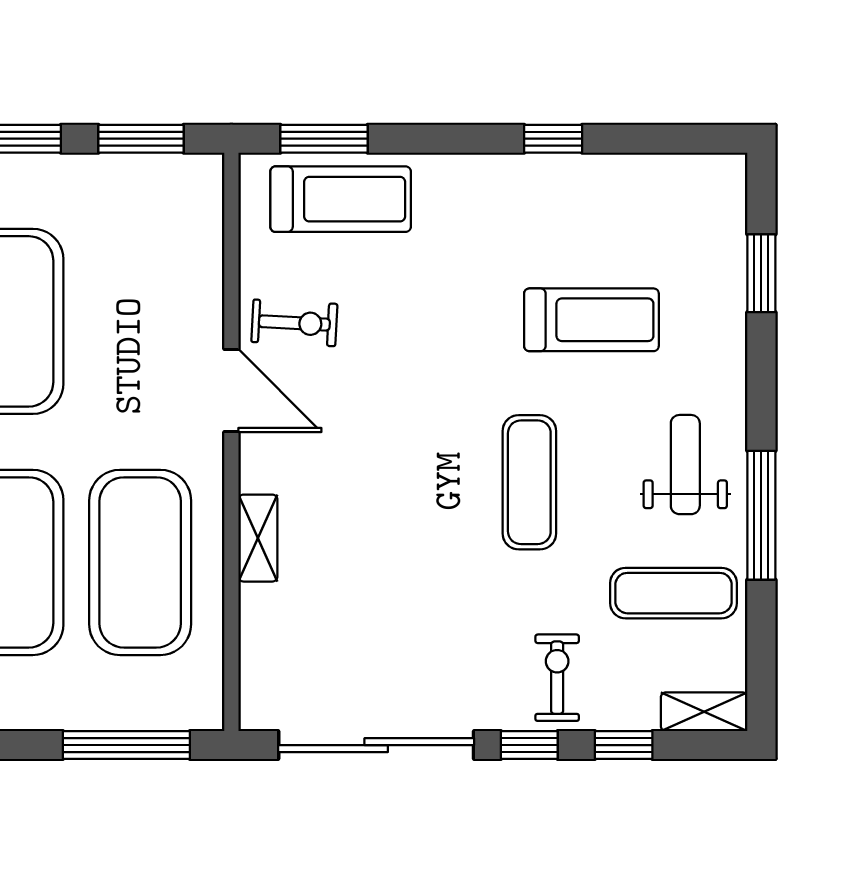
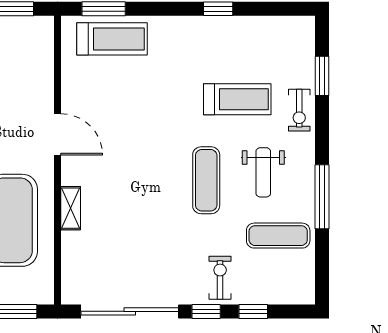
exercise bike: (294, 323) -> (299, 110), moved, turned 87
weight bench: (685, 465) -> (263, 172), moved, turned 180
shelving: (704, 712) -> (293, 295), removed

